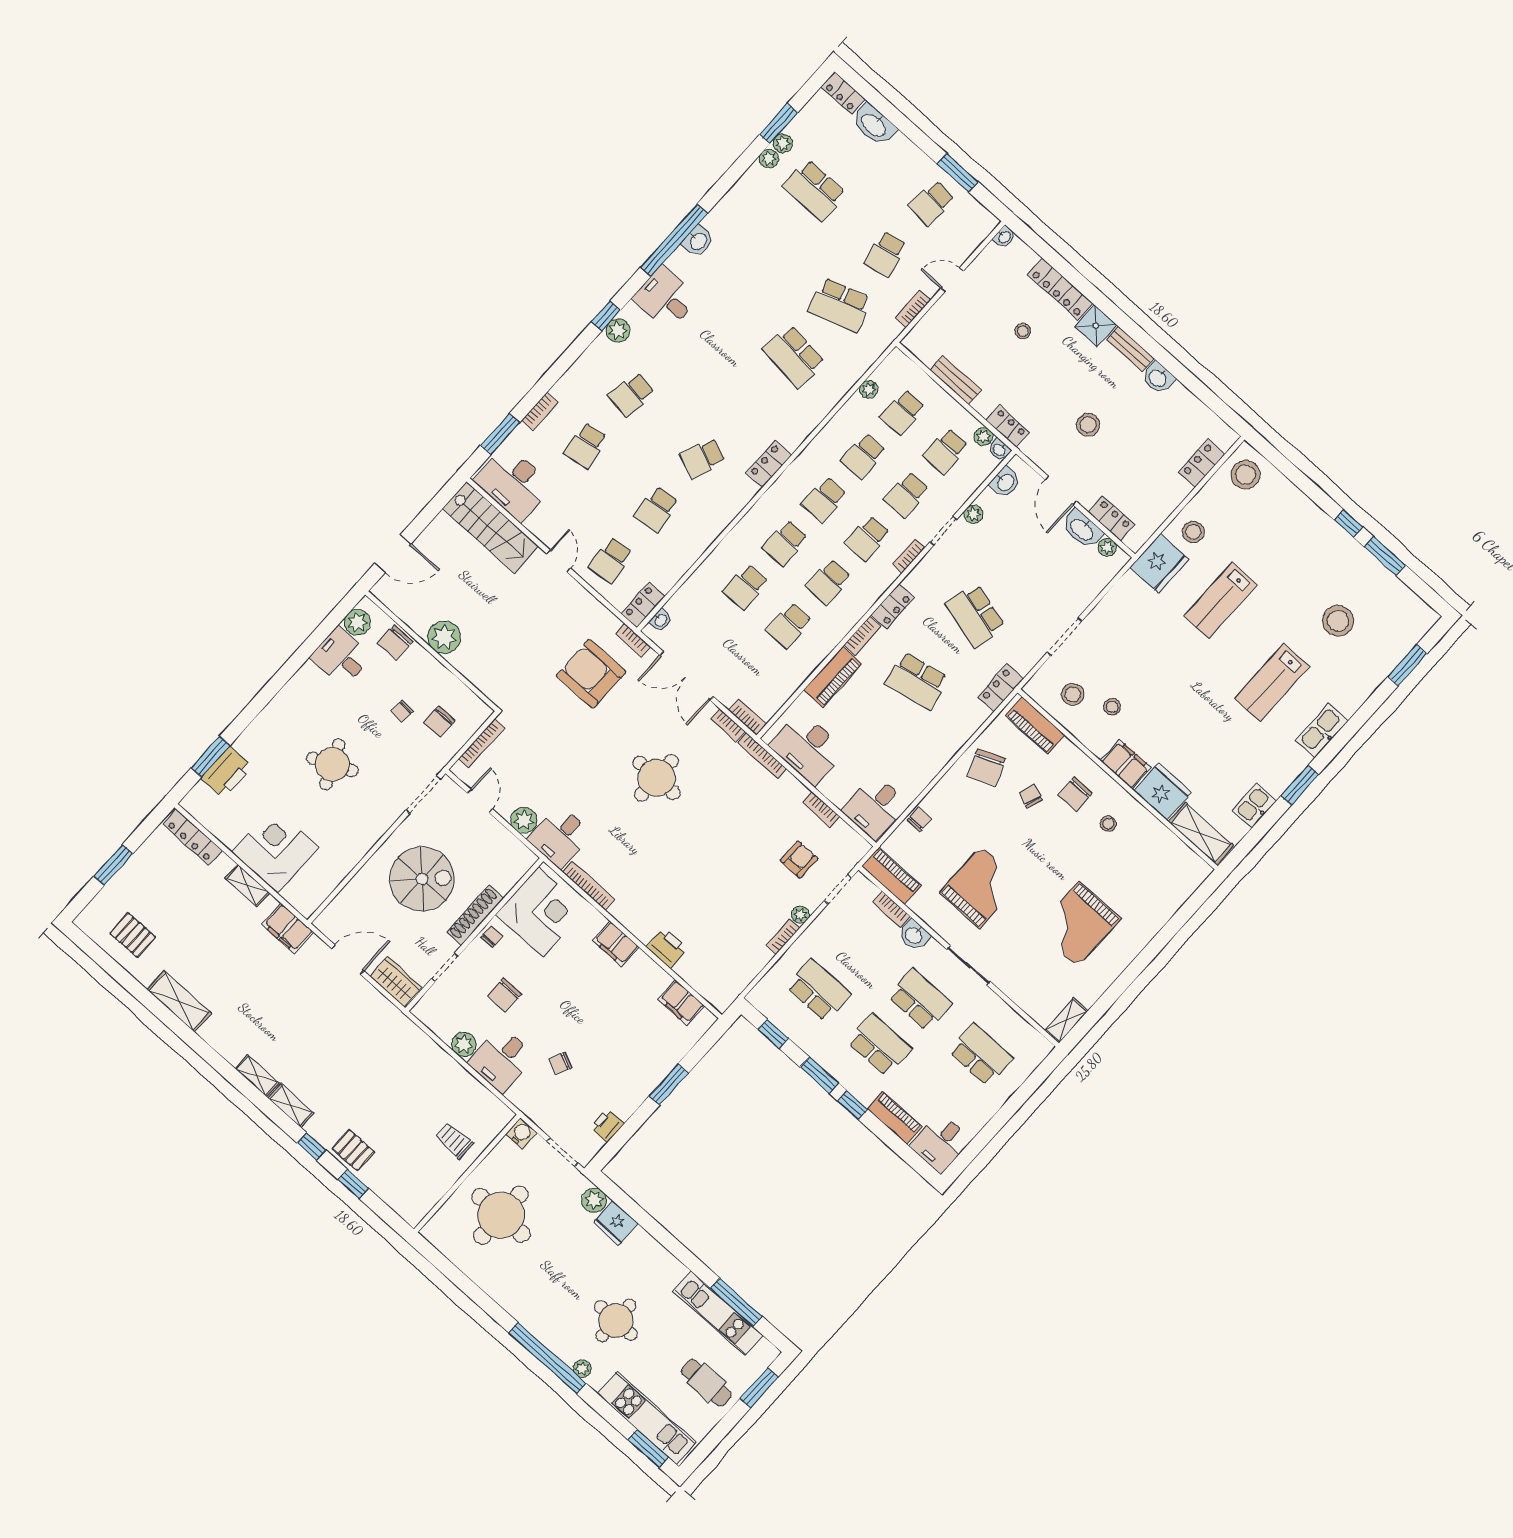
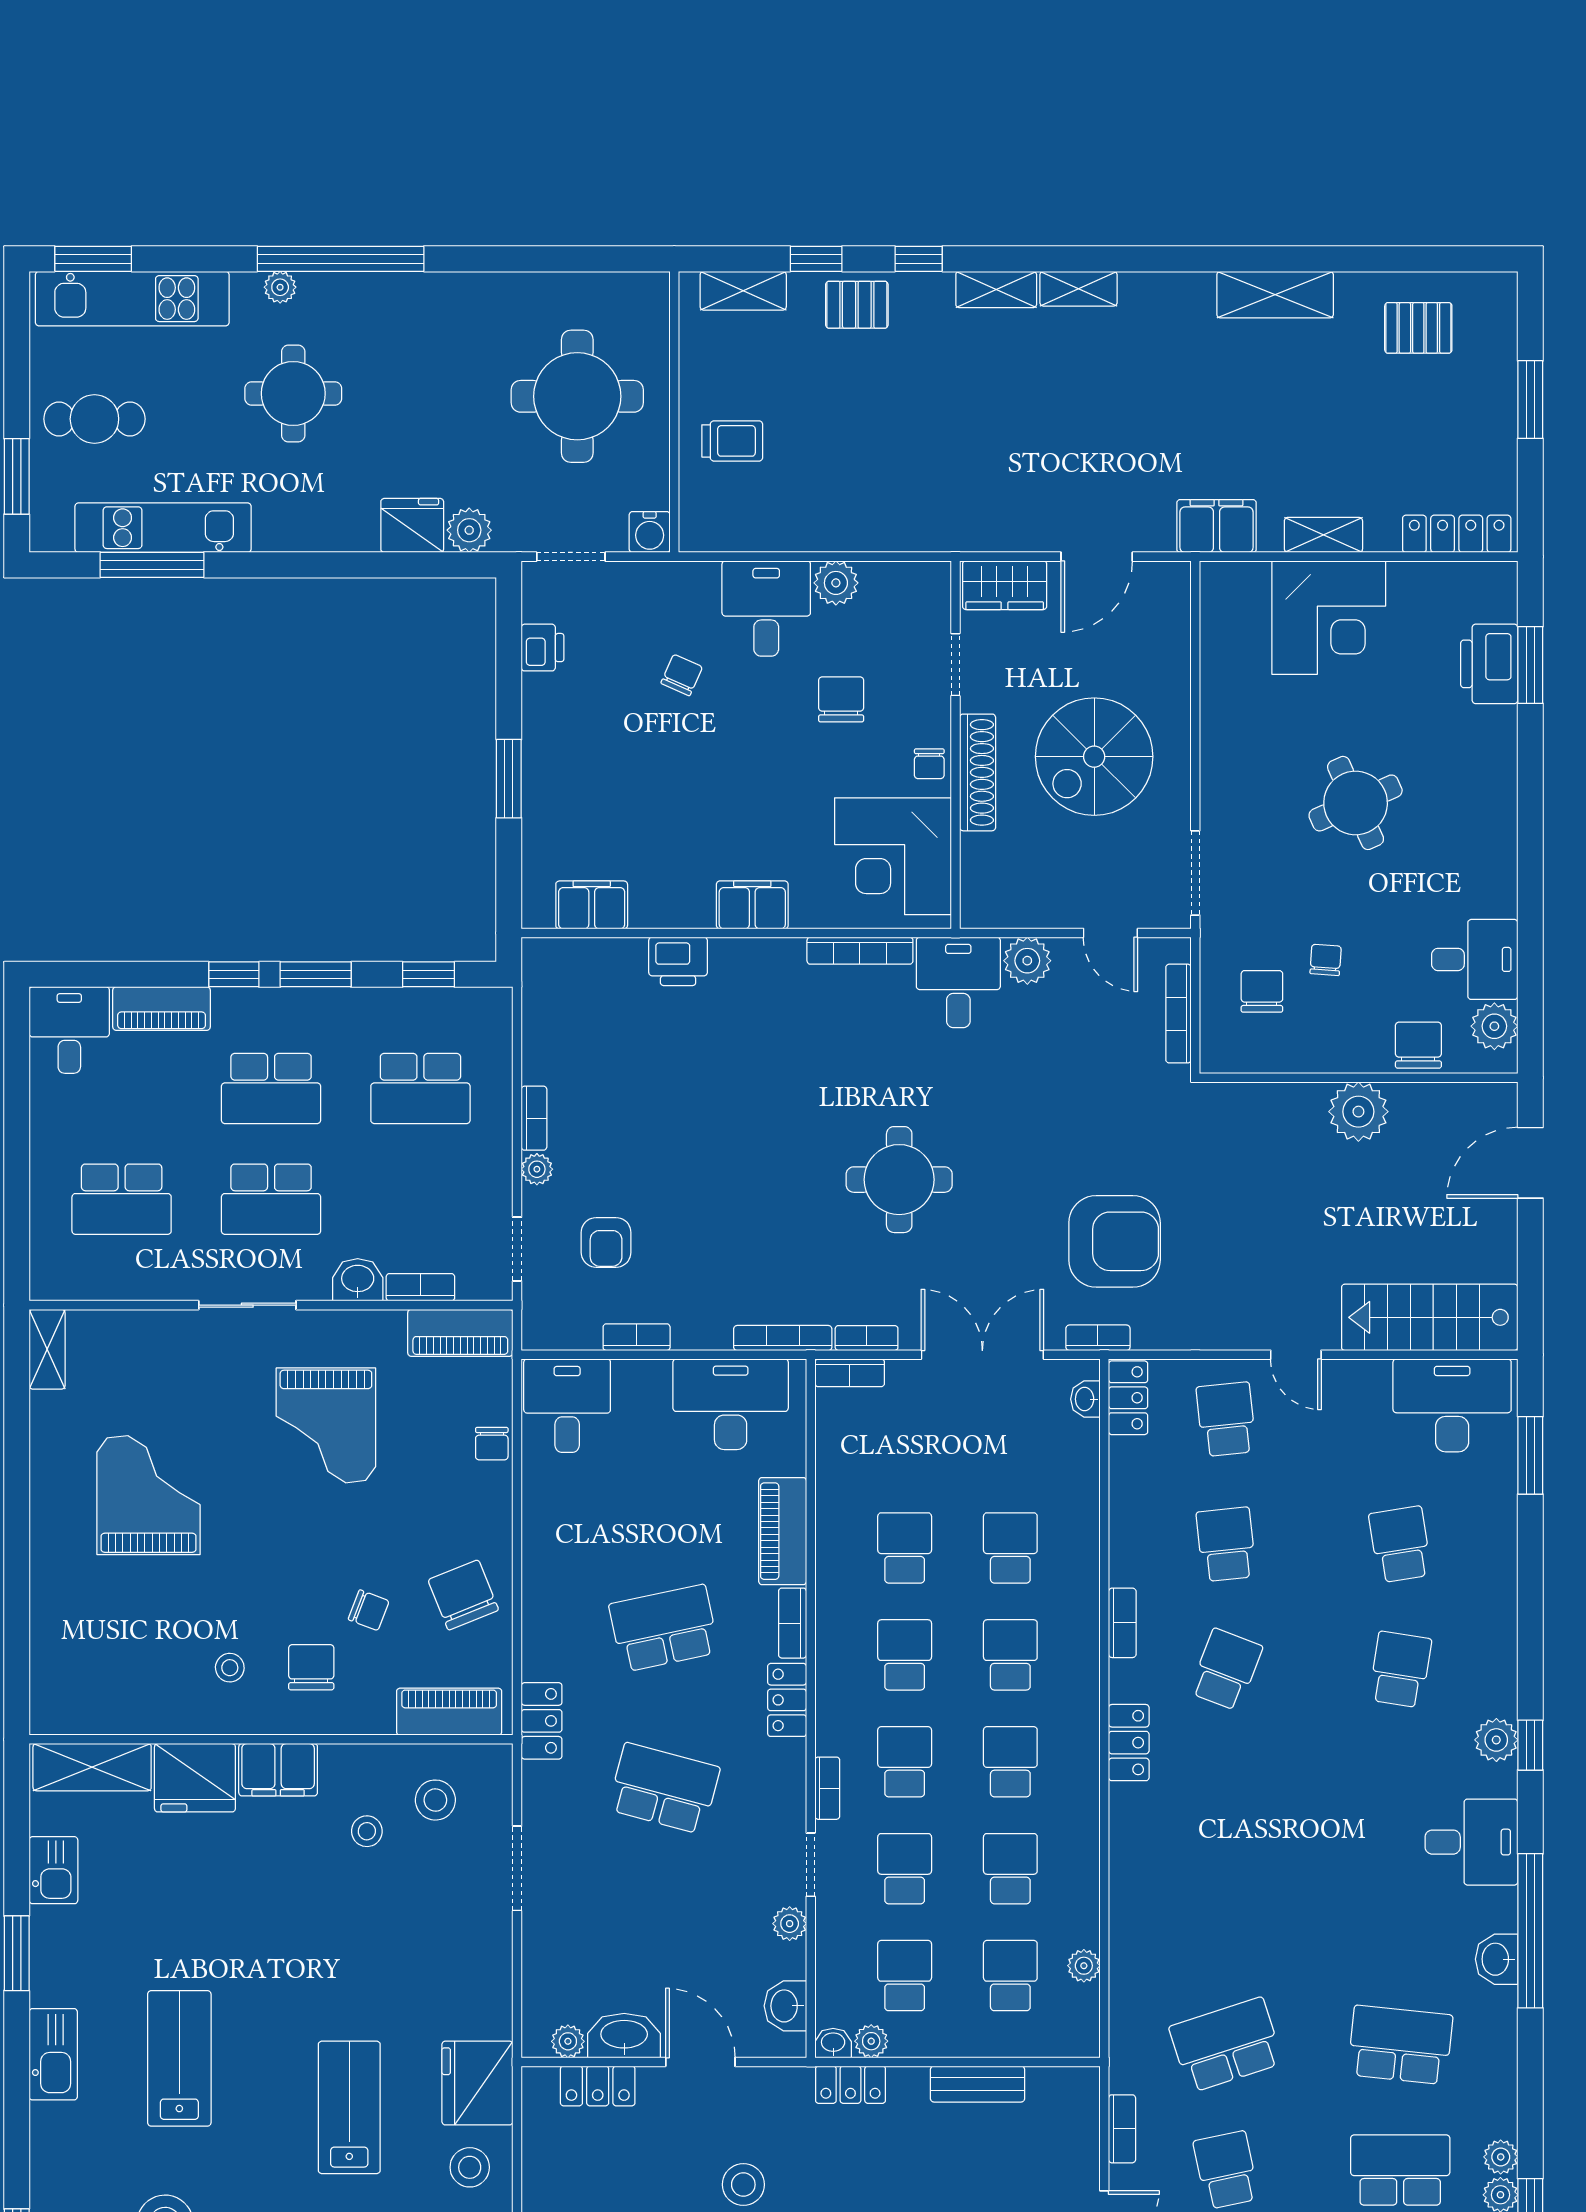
school desk: (794, 356) -> (1400, 2045), moved
bookcase: (540, 411) -> (1122, 1623), moved, turned 180
shelving: (395, 1198) -> (743, 291), added

